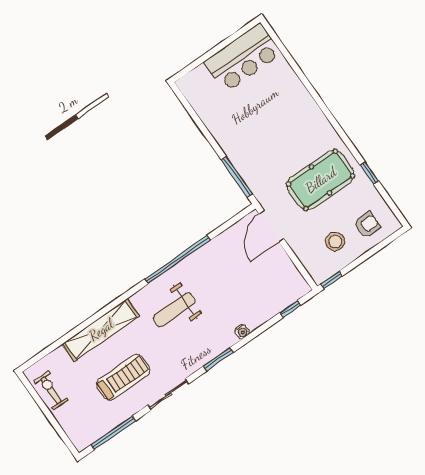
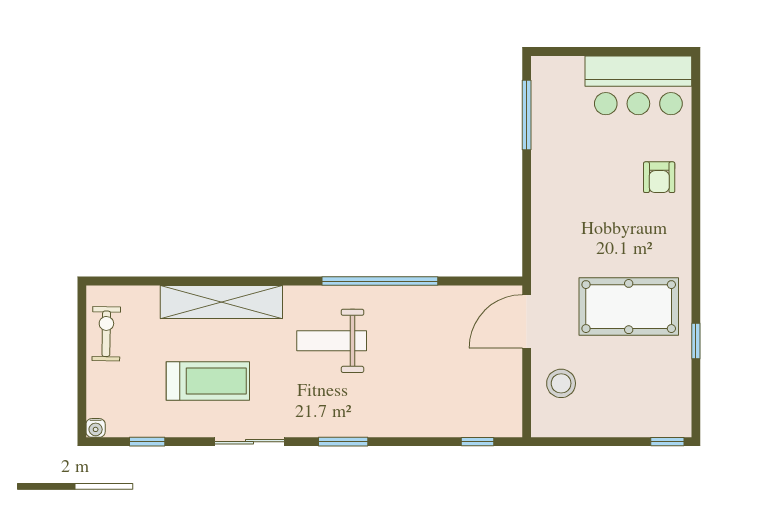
window: (237, 177) -> (527, 115), moved
armchair: (367, 225) -> (659, 177), moved, turned 90
stool: (335, 241) -> (561, 383), moved
window: (332, 280) -> (667, 442), moved
water cooler: (242, 332) -> (96, 428), moved
window: (113, 433) -> (147, 442), width x0.46

